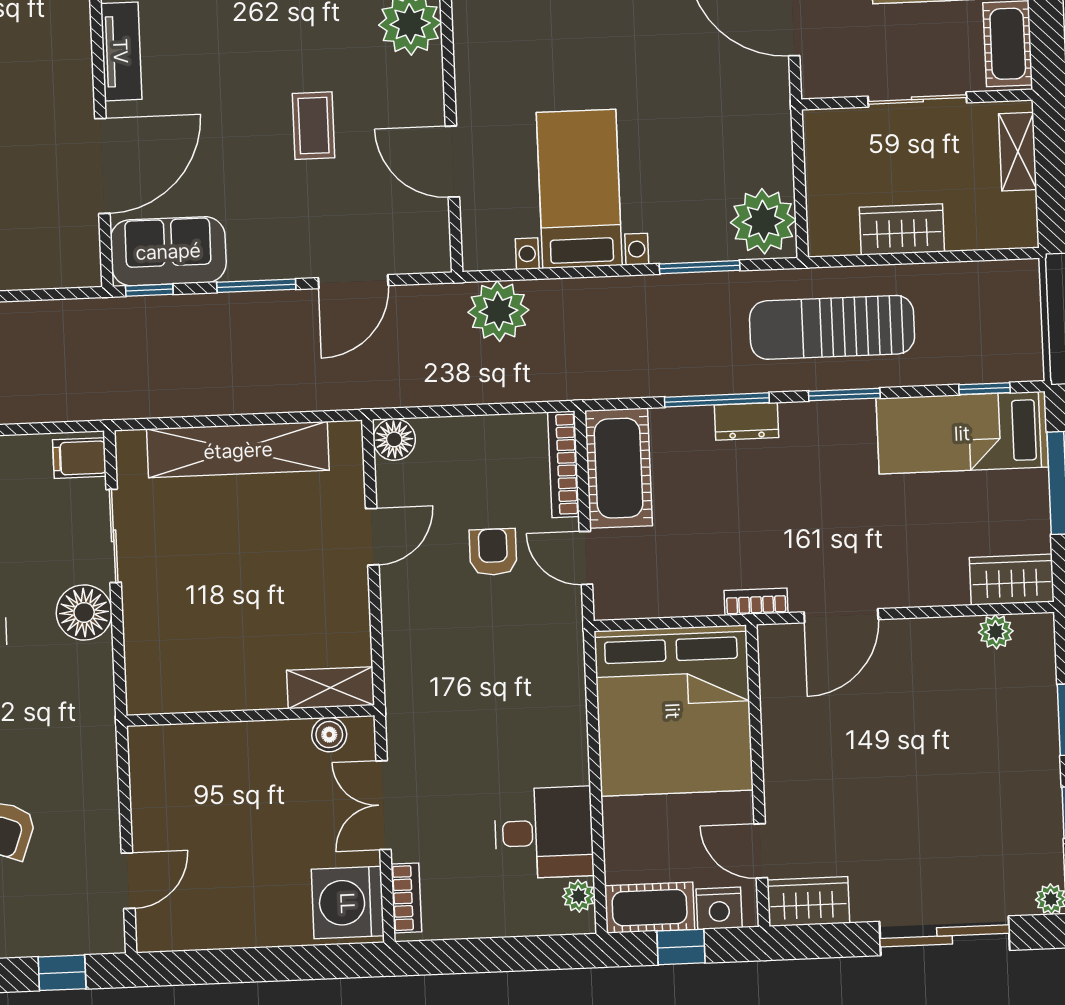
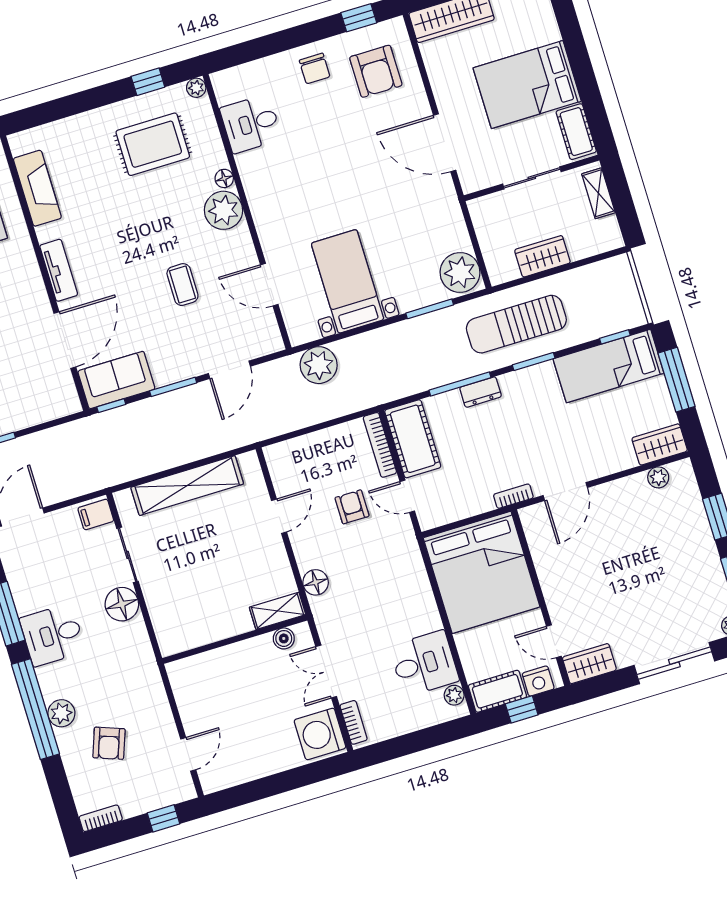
floor lamp: (394, 439) -> (316, 582), moved

